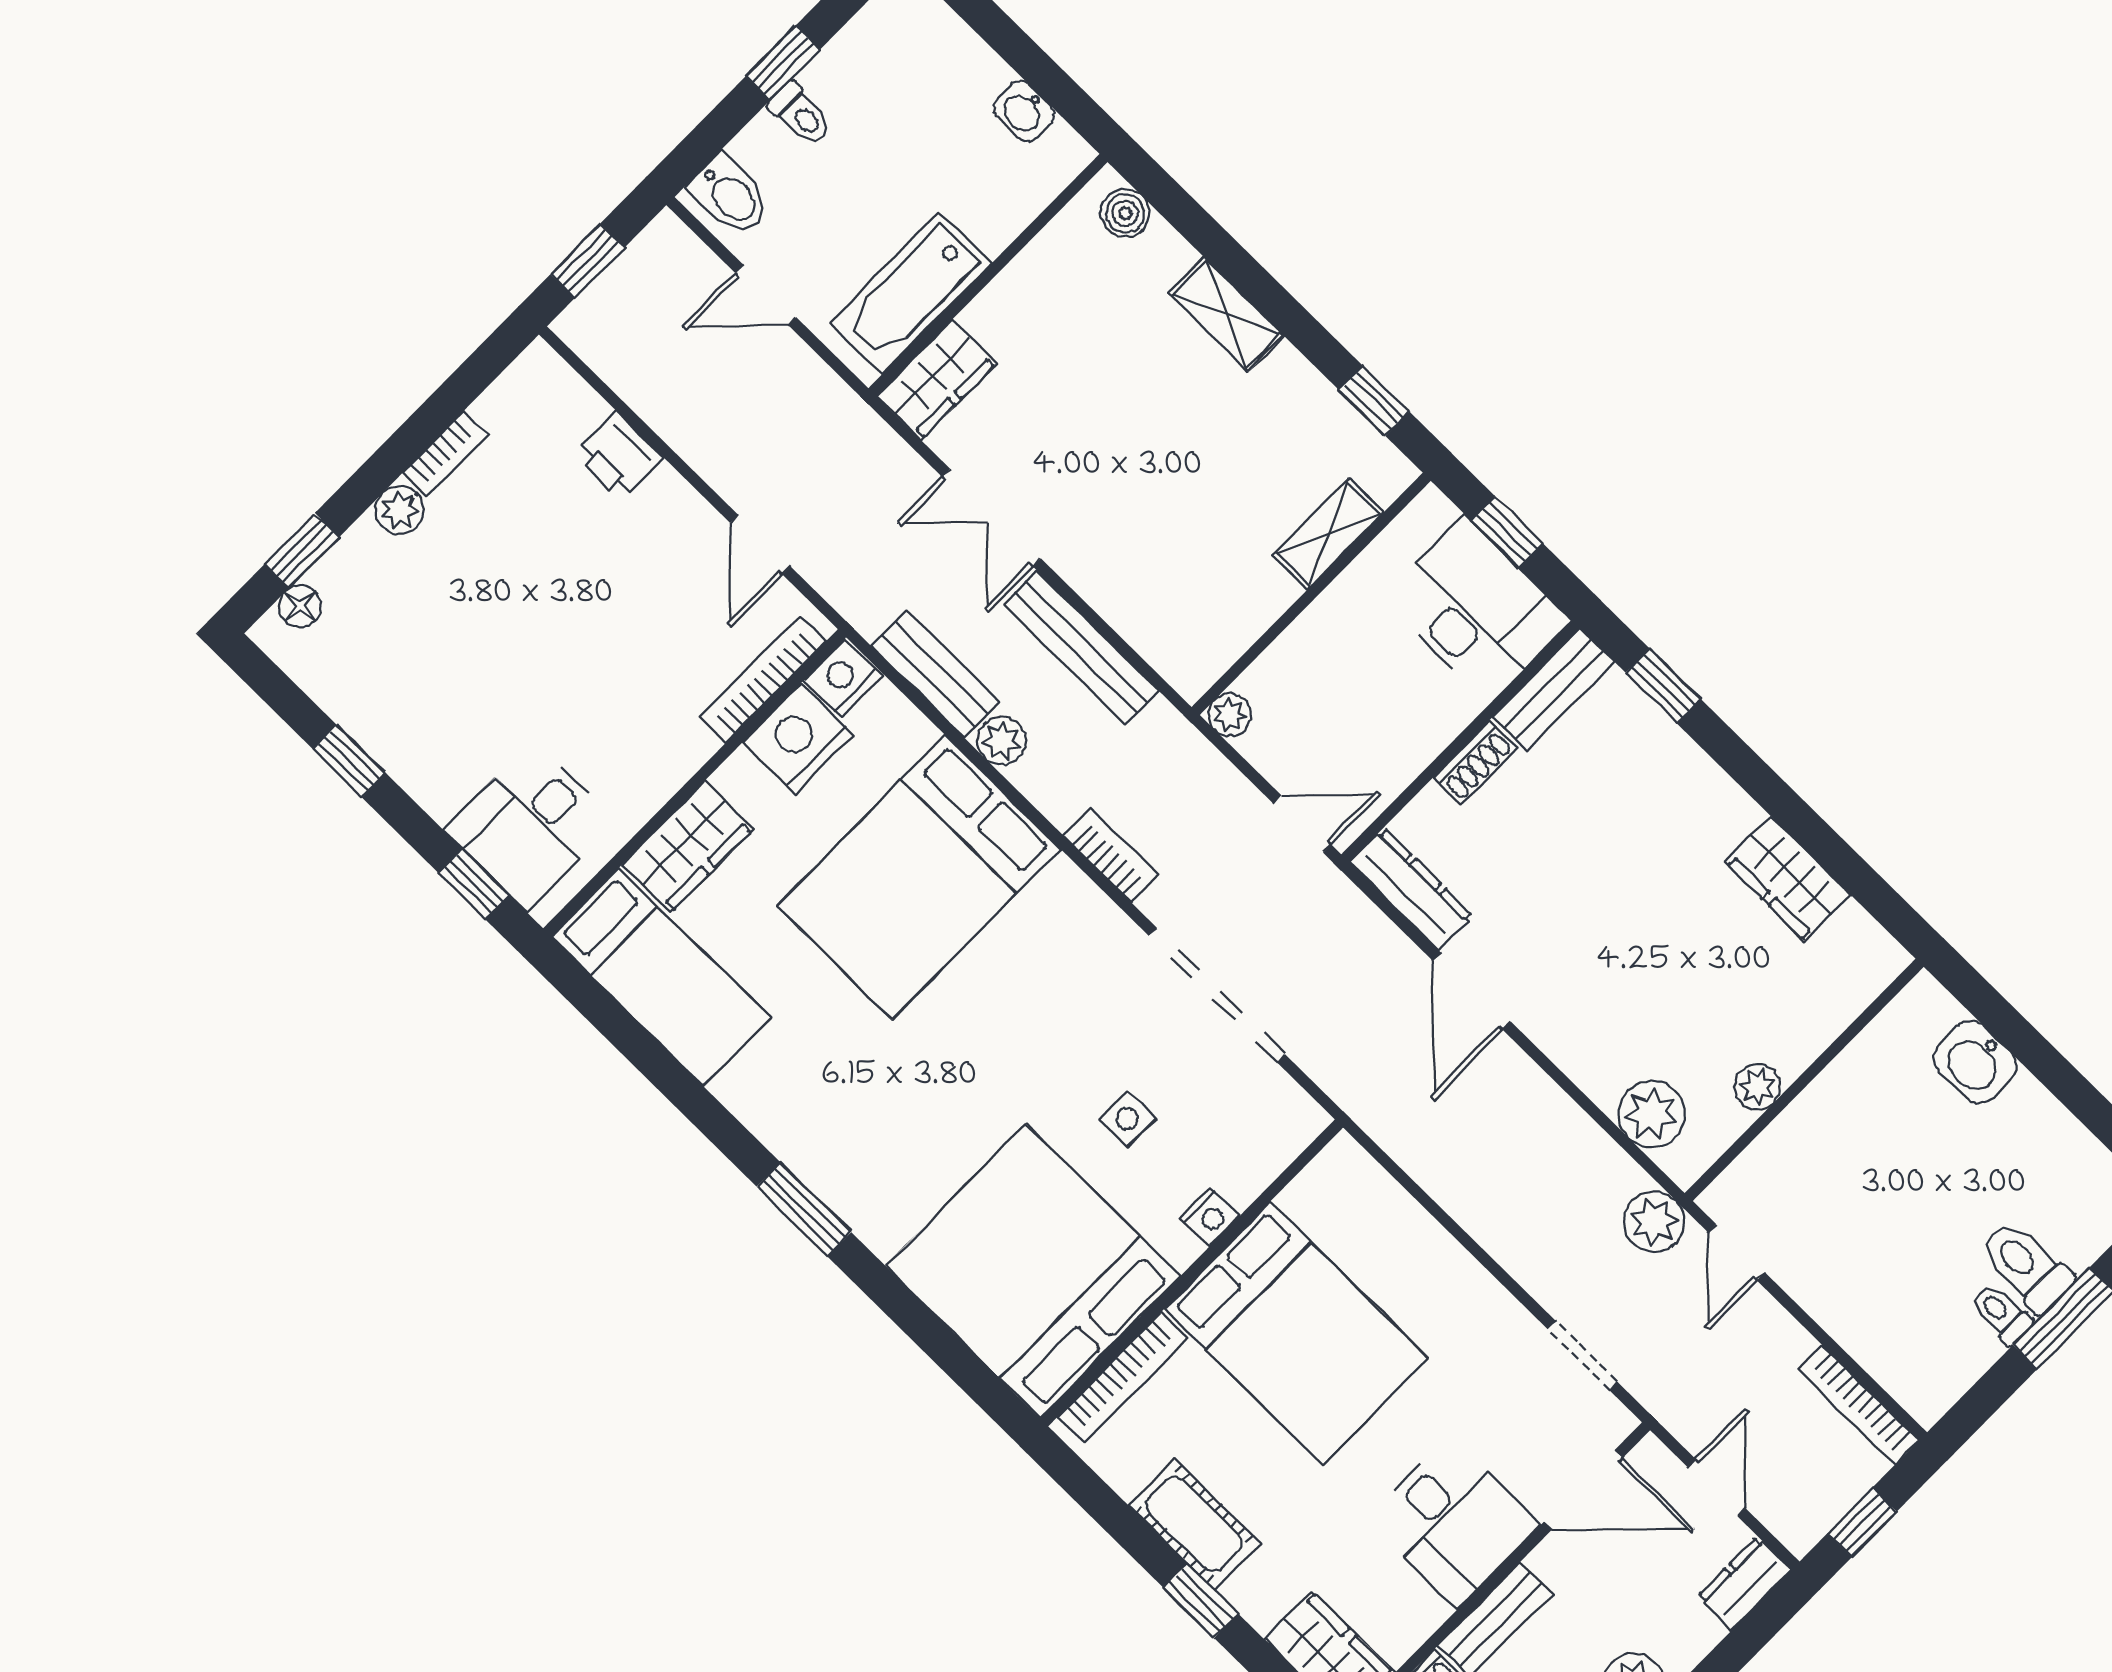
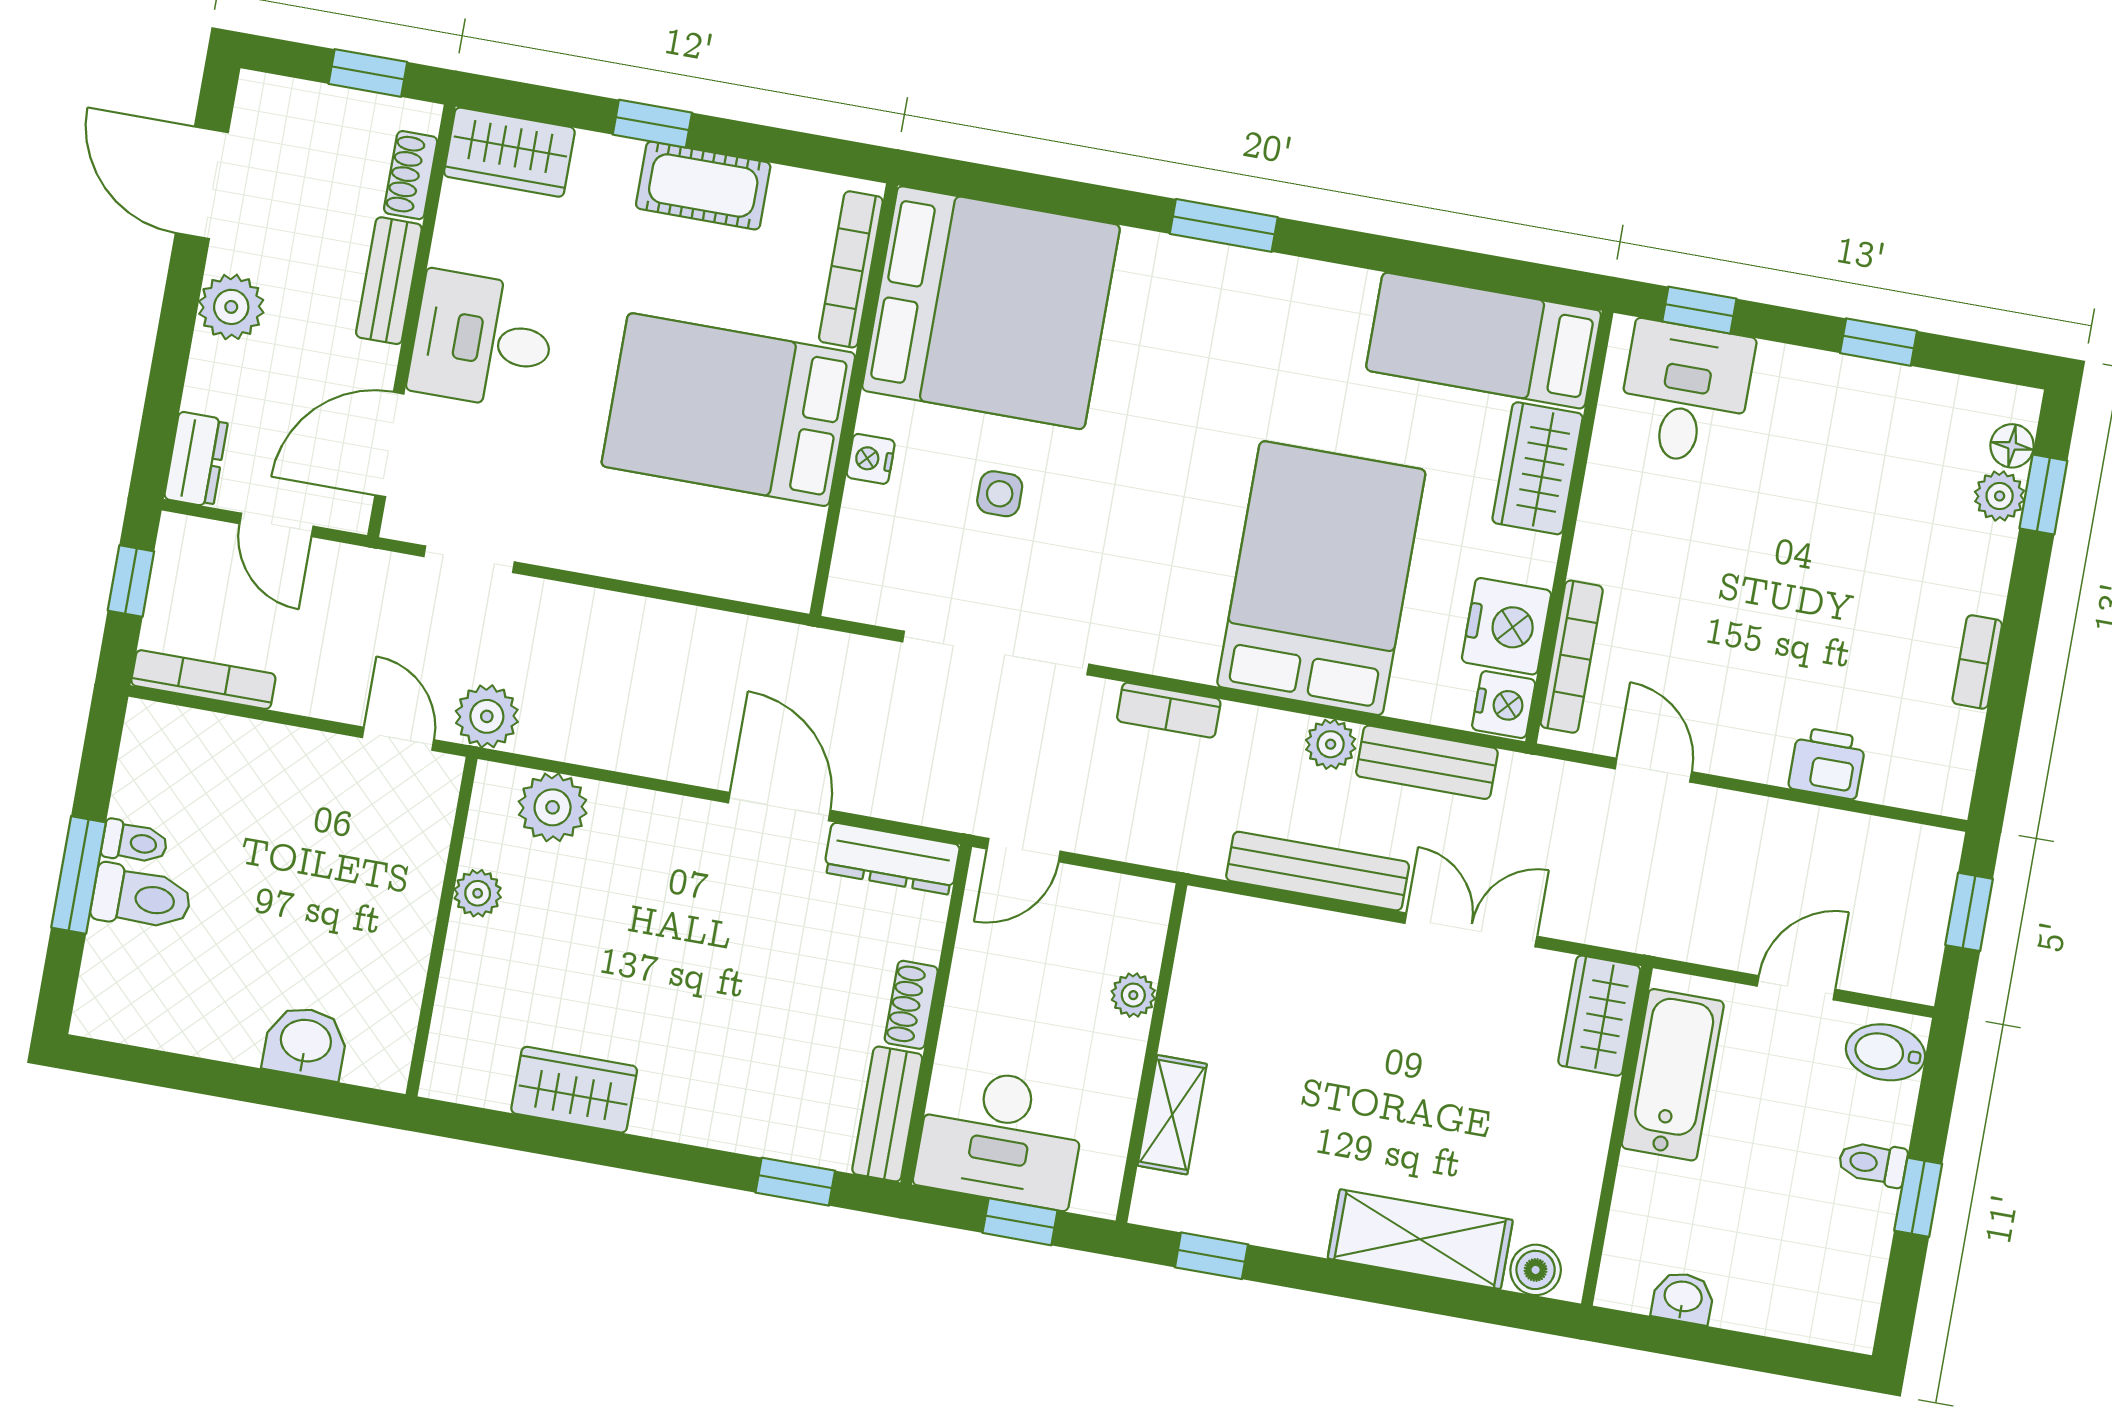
shelving: (1226, 314) -> (1420, 1239), width x1.50, depth x1.33
plant: (399, 510) -> (2000, 496), moved
plant: (1230, 715) -> (1133, 995), moved

